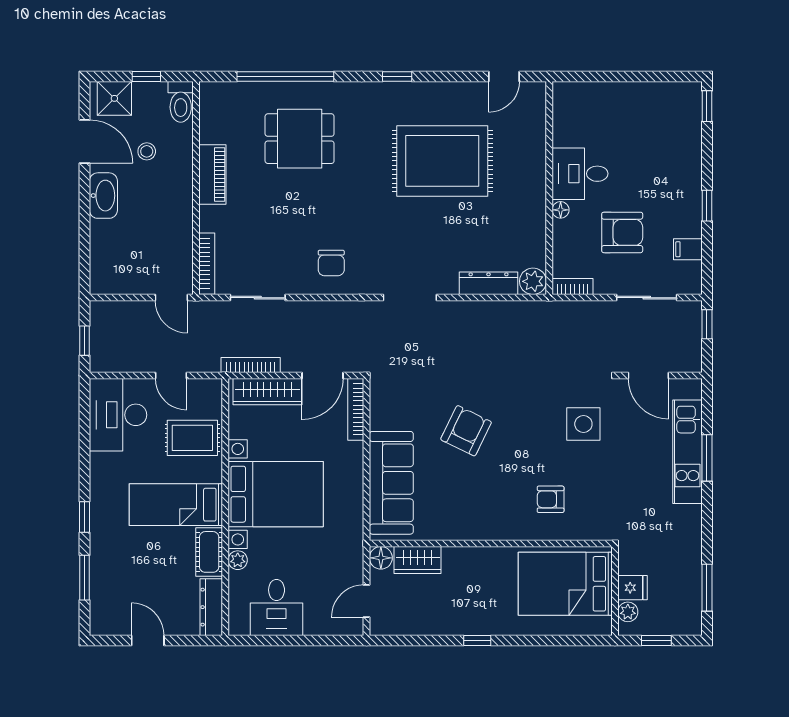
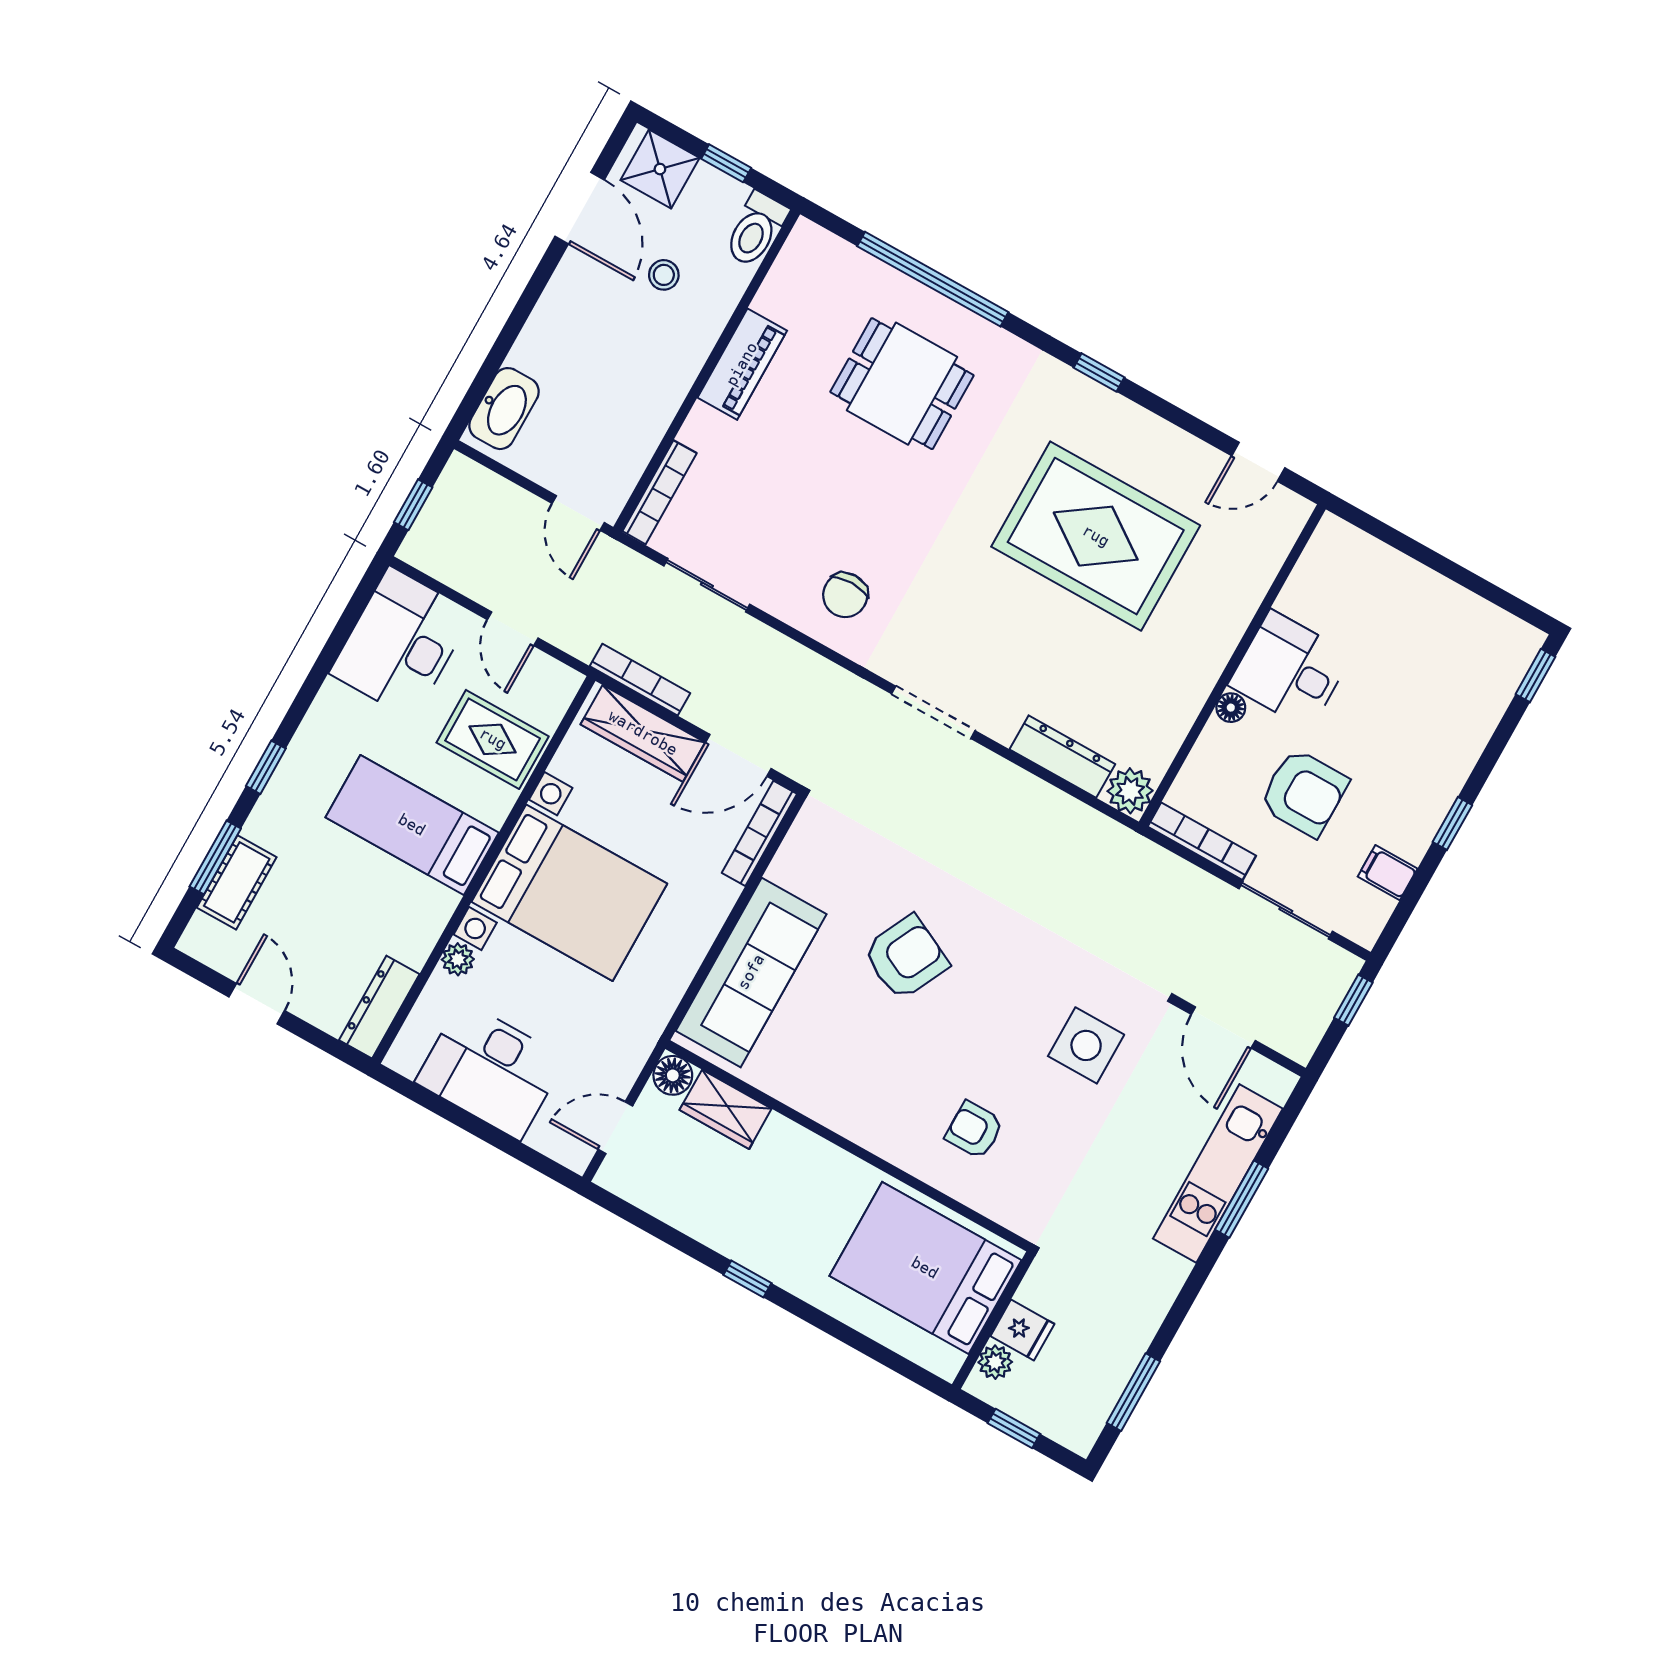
washbasin: (103, 196) -> (504, 409), moved
bookcase: (573, 286) -> (1202, 841), width x1.56
cot: (209, 552) -> (237, 882), moved
desk: (277, 607) -> (491, 1070), width x1.37

